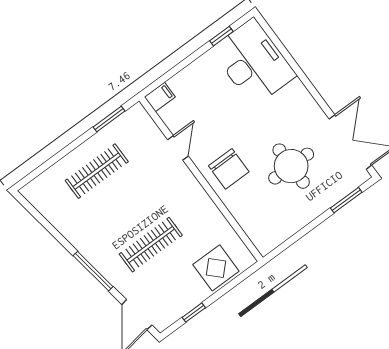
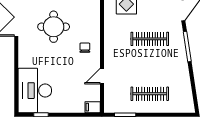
chair: (229, 169) -> (85, 48), width x0.54, depth x0.54

